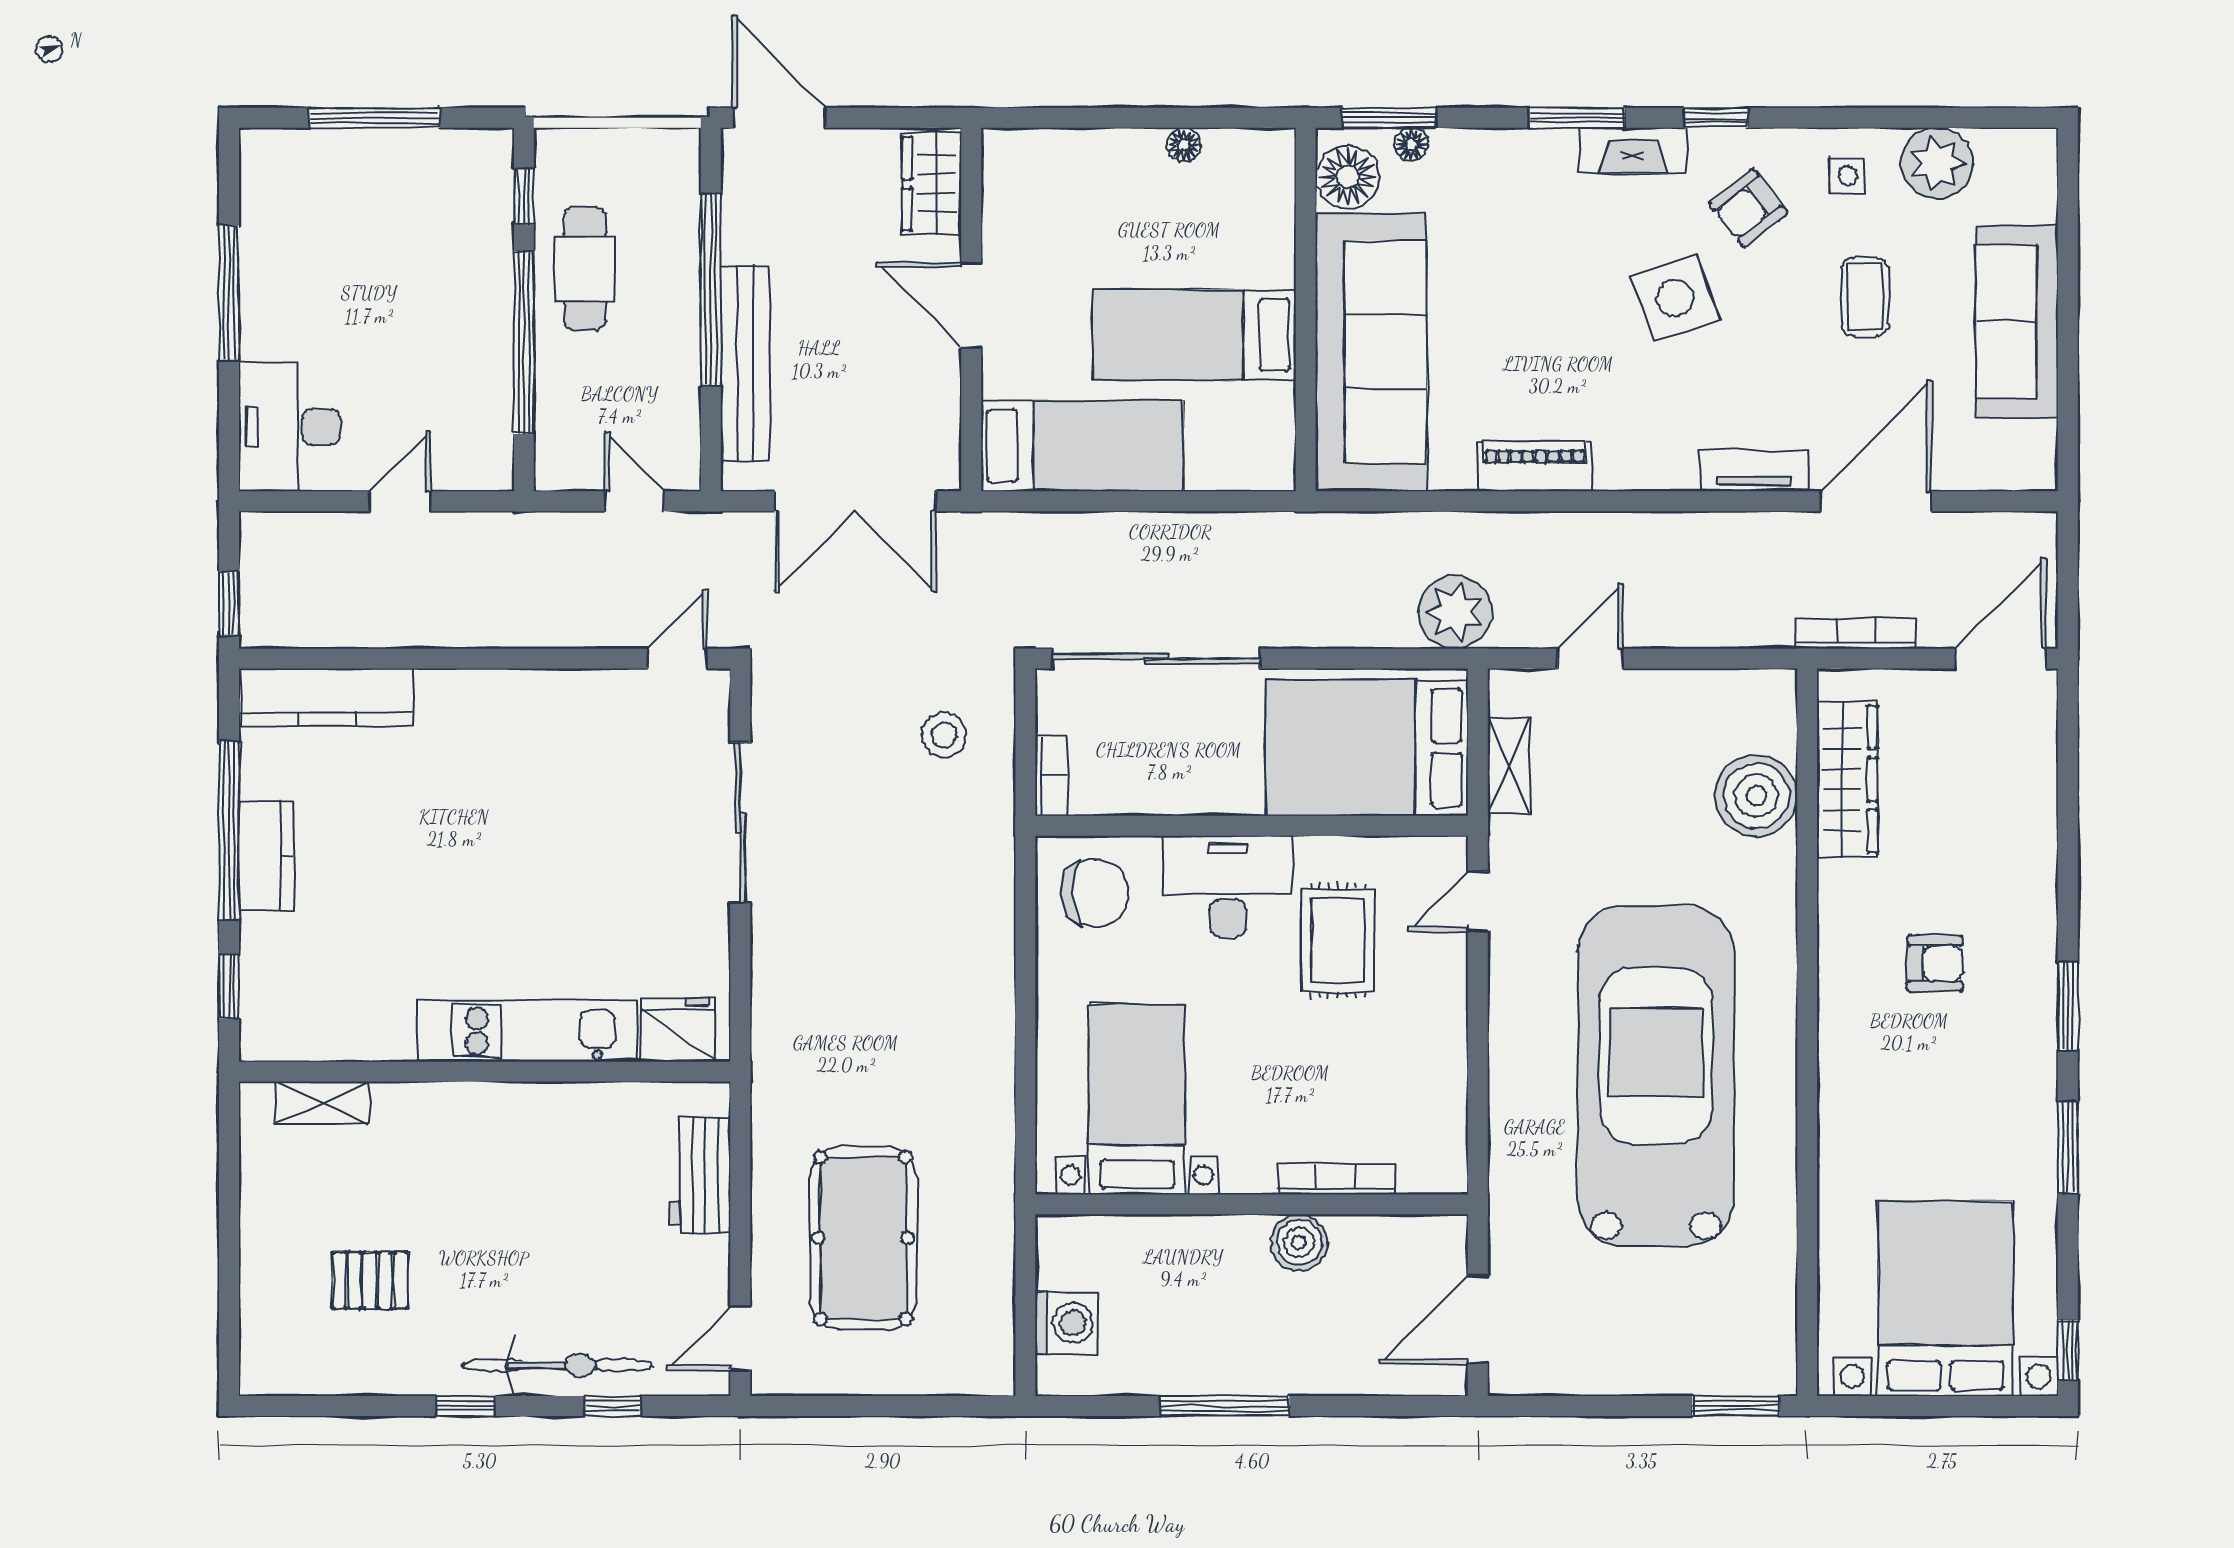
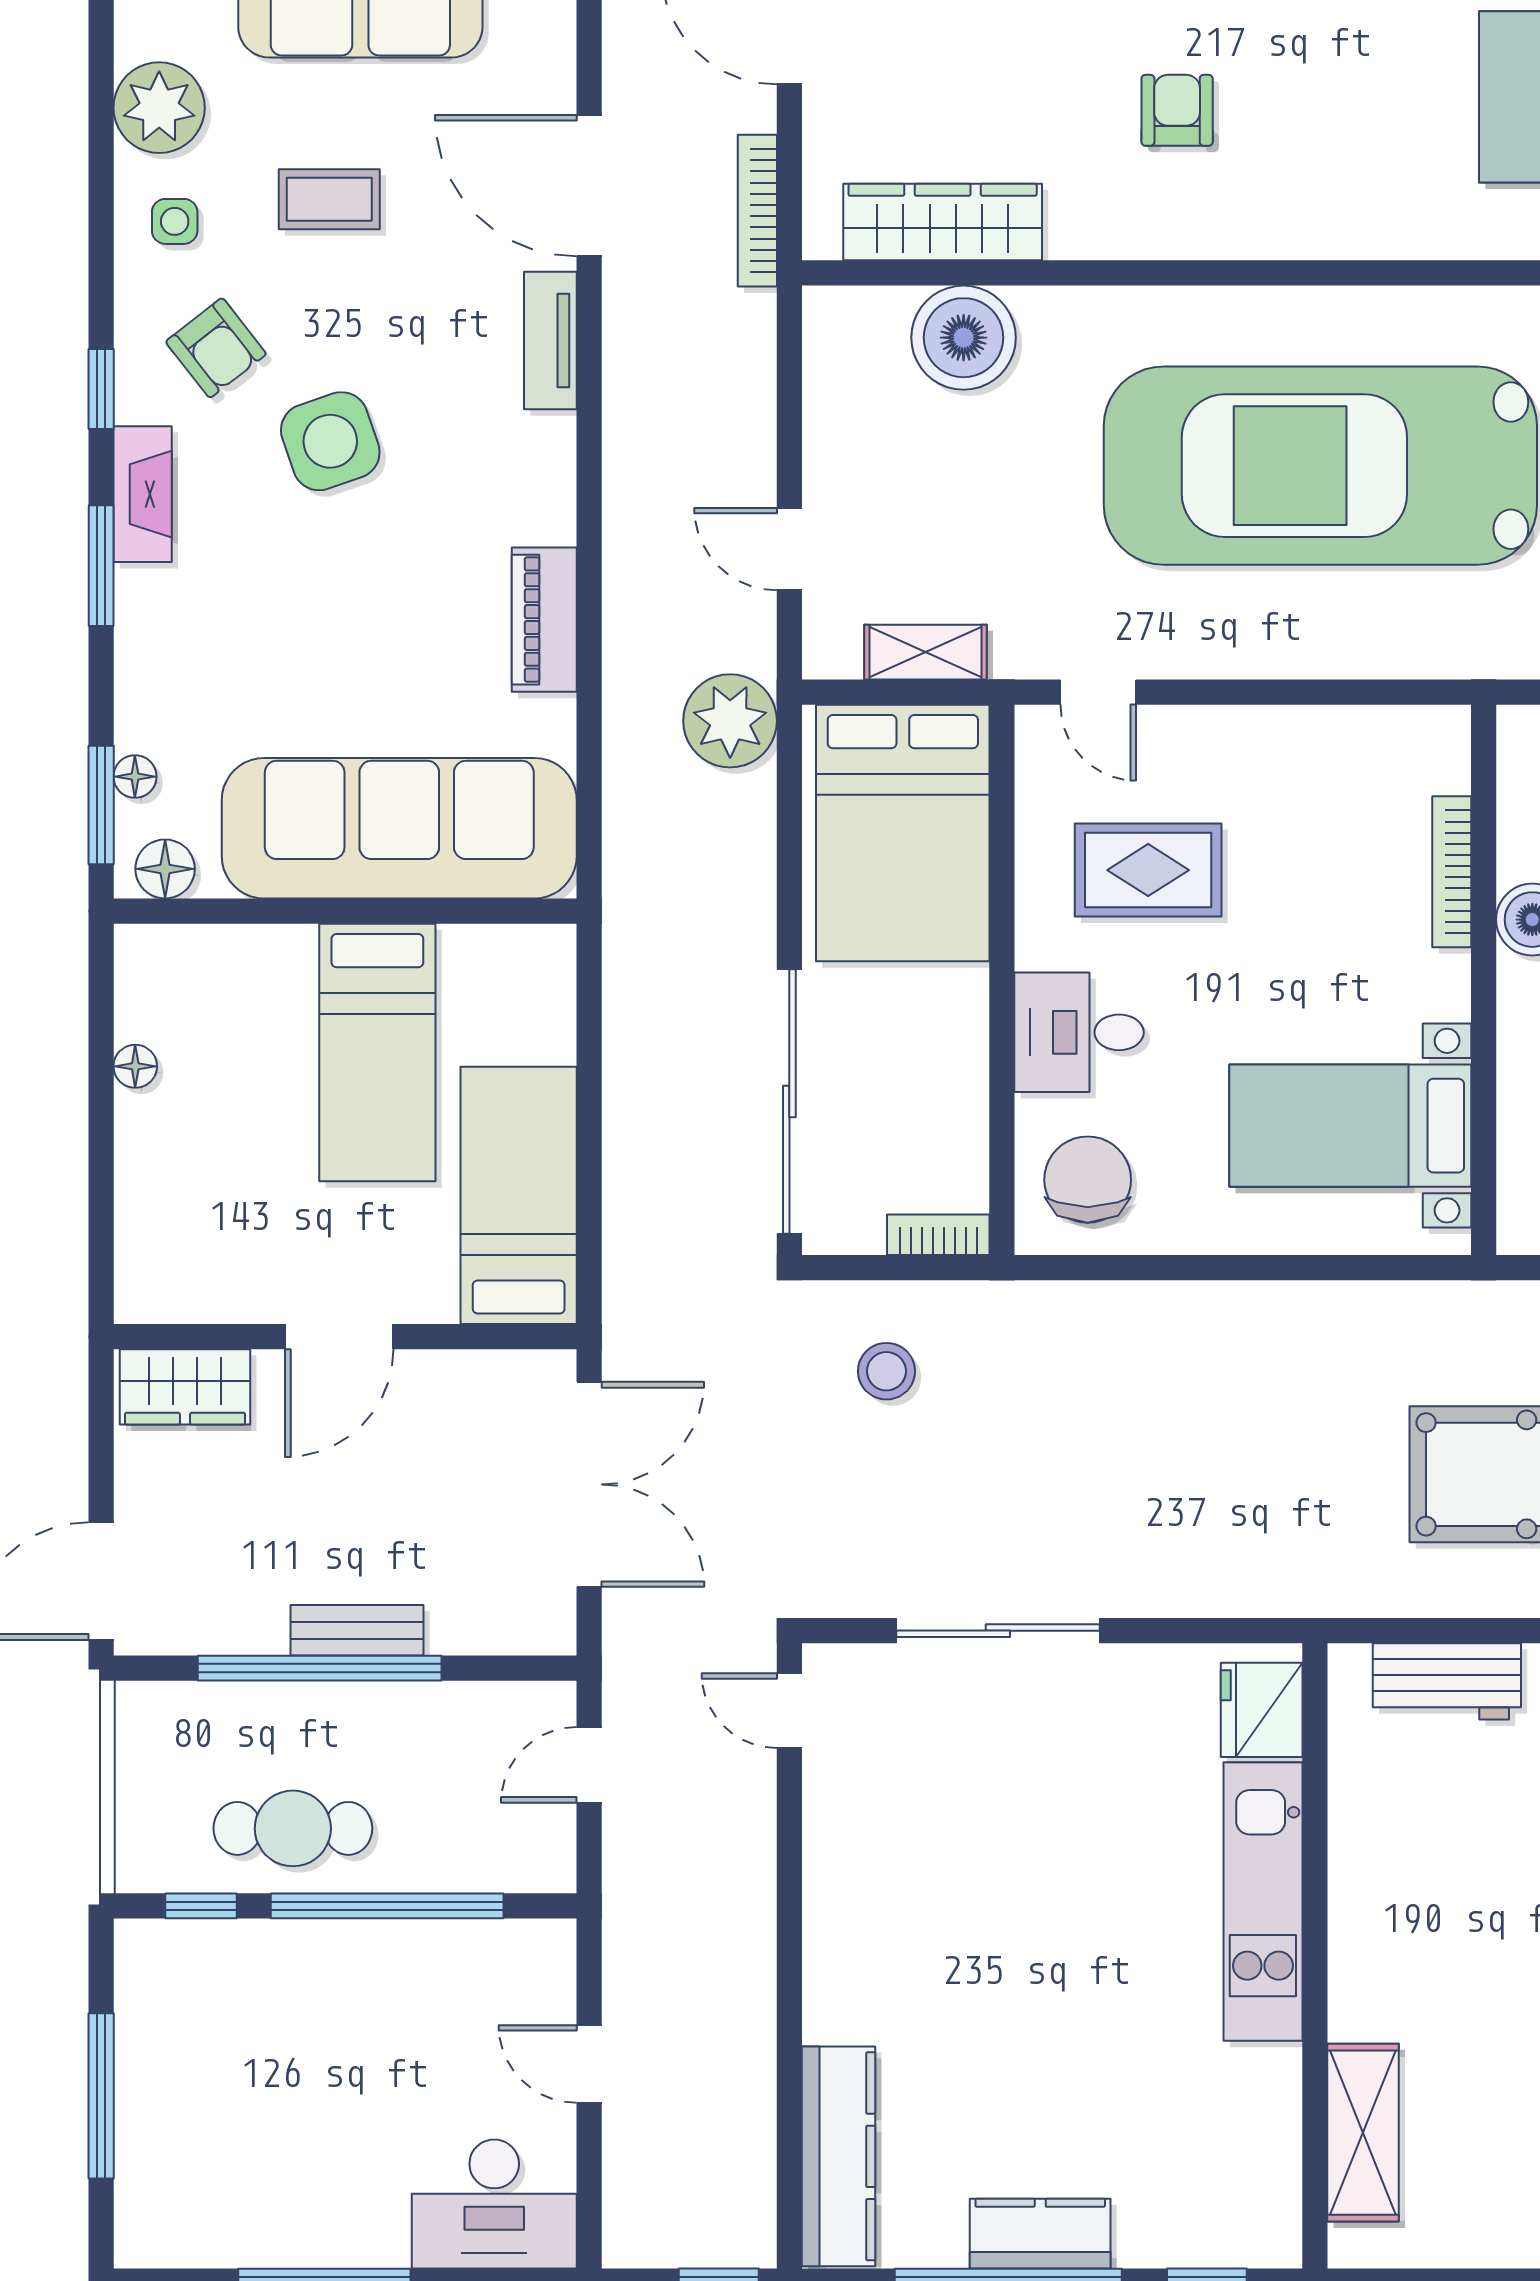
floor lamp: (1347, 177) -> (165, 869), width x0.73, depth x0.73
bench: (745, 364) -> (357, 1630), width x0.54, depth x0.82
desk: (1228, 886) -> (1079, 1032), width x0.73
shelving: (322, 1102) -> (1363, 2133), width x1.50, depth x1.33

